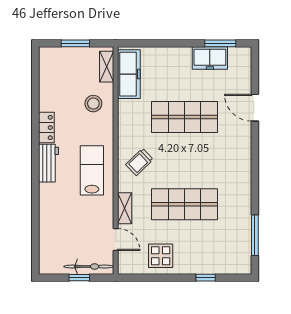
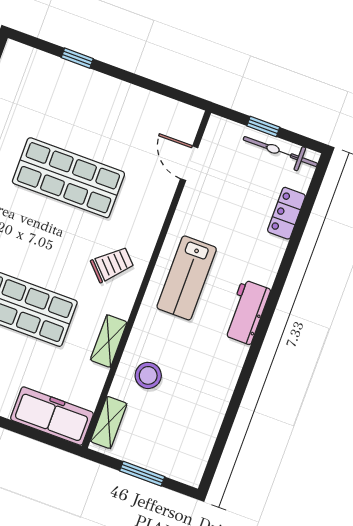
freezer: (129, 74) -> (52, 416), moved, turned 90
locker: (46, 128) -> (286, 213), moved
shelving: (125, 208) -> (109, 341), moved
display table: (161, 256) -> (132, 115), removed
bicycle: (89, 267) -> (280, 152), moved

